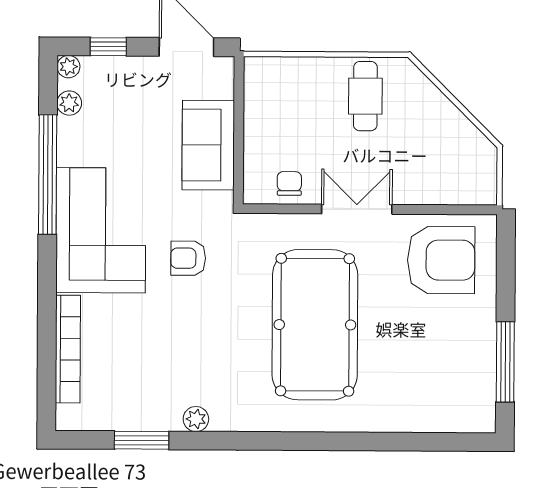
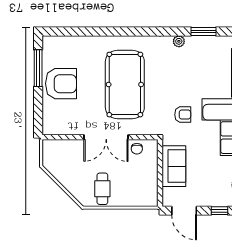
double door: (357, 209) -> (106, 137), width x1.37
armchair: (441, 260) -> (61, 84), moved, turned 180

